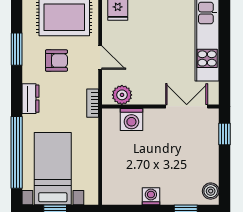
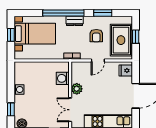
plant: (122, 95) -> (77, 89), moved
double door: (187, 106) -> (70, 110), swing flipped
window: (17, 152) -> (63, 13), moved

